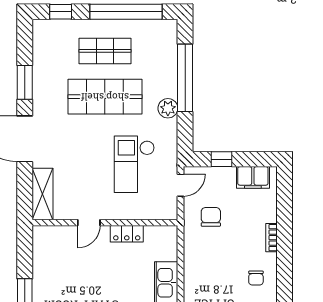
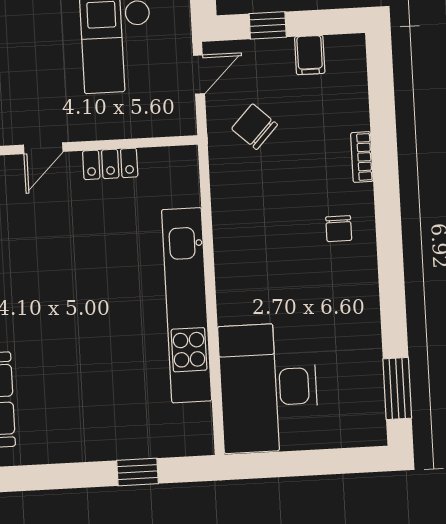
filing cabinet: (253, 177) -> (310, 55), width x0.50
chair: (211, 217) -> (255, 127), turned -47

